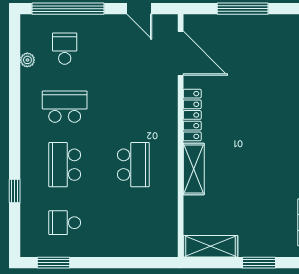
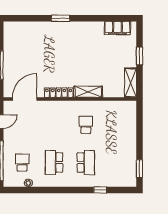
school desk: (65, 49) -> (22, 163), turned 90
school desk: (65, 165) -> (86, 163), turned -90
school desk: (133, 165) -> (86, 125), width x0.54
school desk: (65, 223) -> (118, 163), removed

